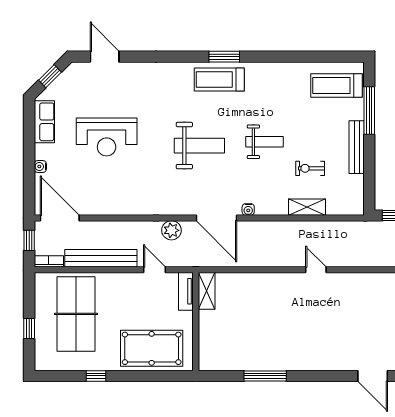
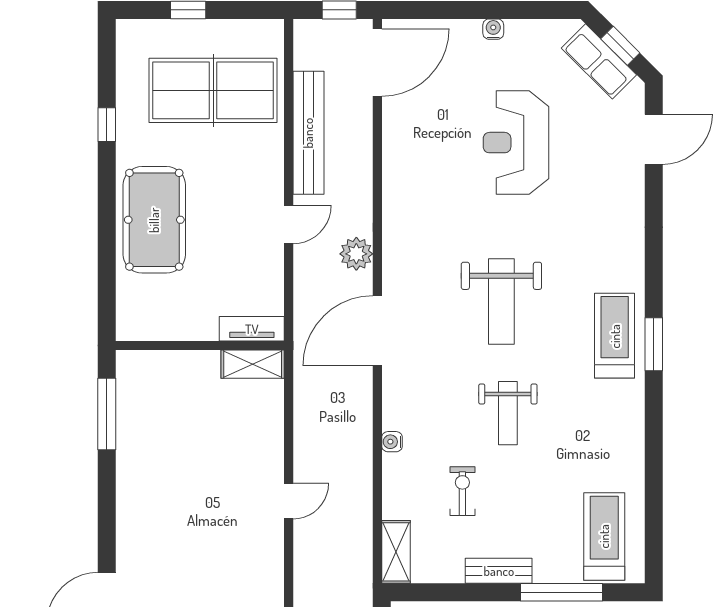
row of seats: (44, 122) -> (599, 61), moved, turned 45
bench: (357, 147) -> (499, 571), width x0.73
water cooler: (40, 167) -> (493, 29), moved
shelving: (307, 207) -> (396, 552), moved
water cooler: (248, 209) -> (392, 442), moved
bookcase: (49, 261) -> (303, 44), removed
tv unit: (186, 291) -> (252, 329), moved
shelving: (207, 291) -> (253, 364), moved
wall: (196, 322) -> (200, 345), moved

